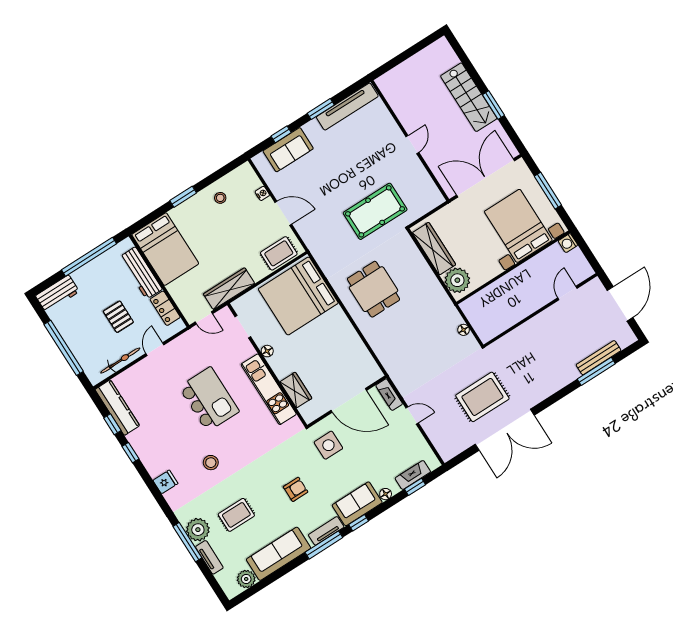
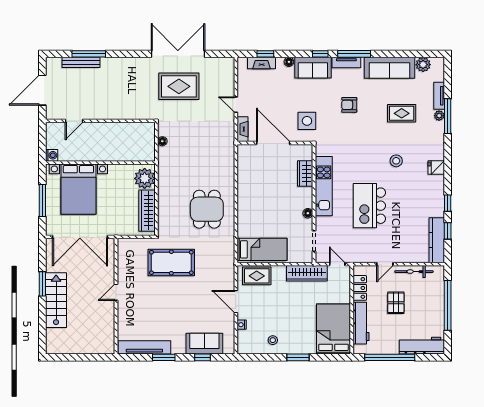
workbench: (57, 294) -> (422, 346), width x1.38
bed: (298, 296) -> (262, 249), width x0.49
plant: (198, 530) -> (439, 116), width x0.53, depth x0.53

